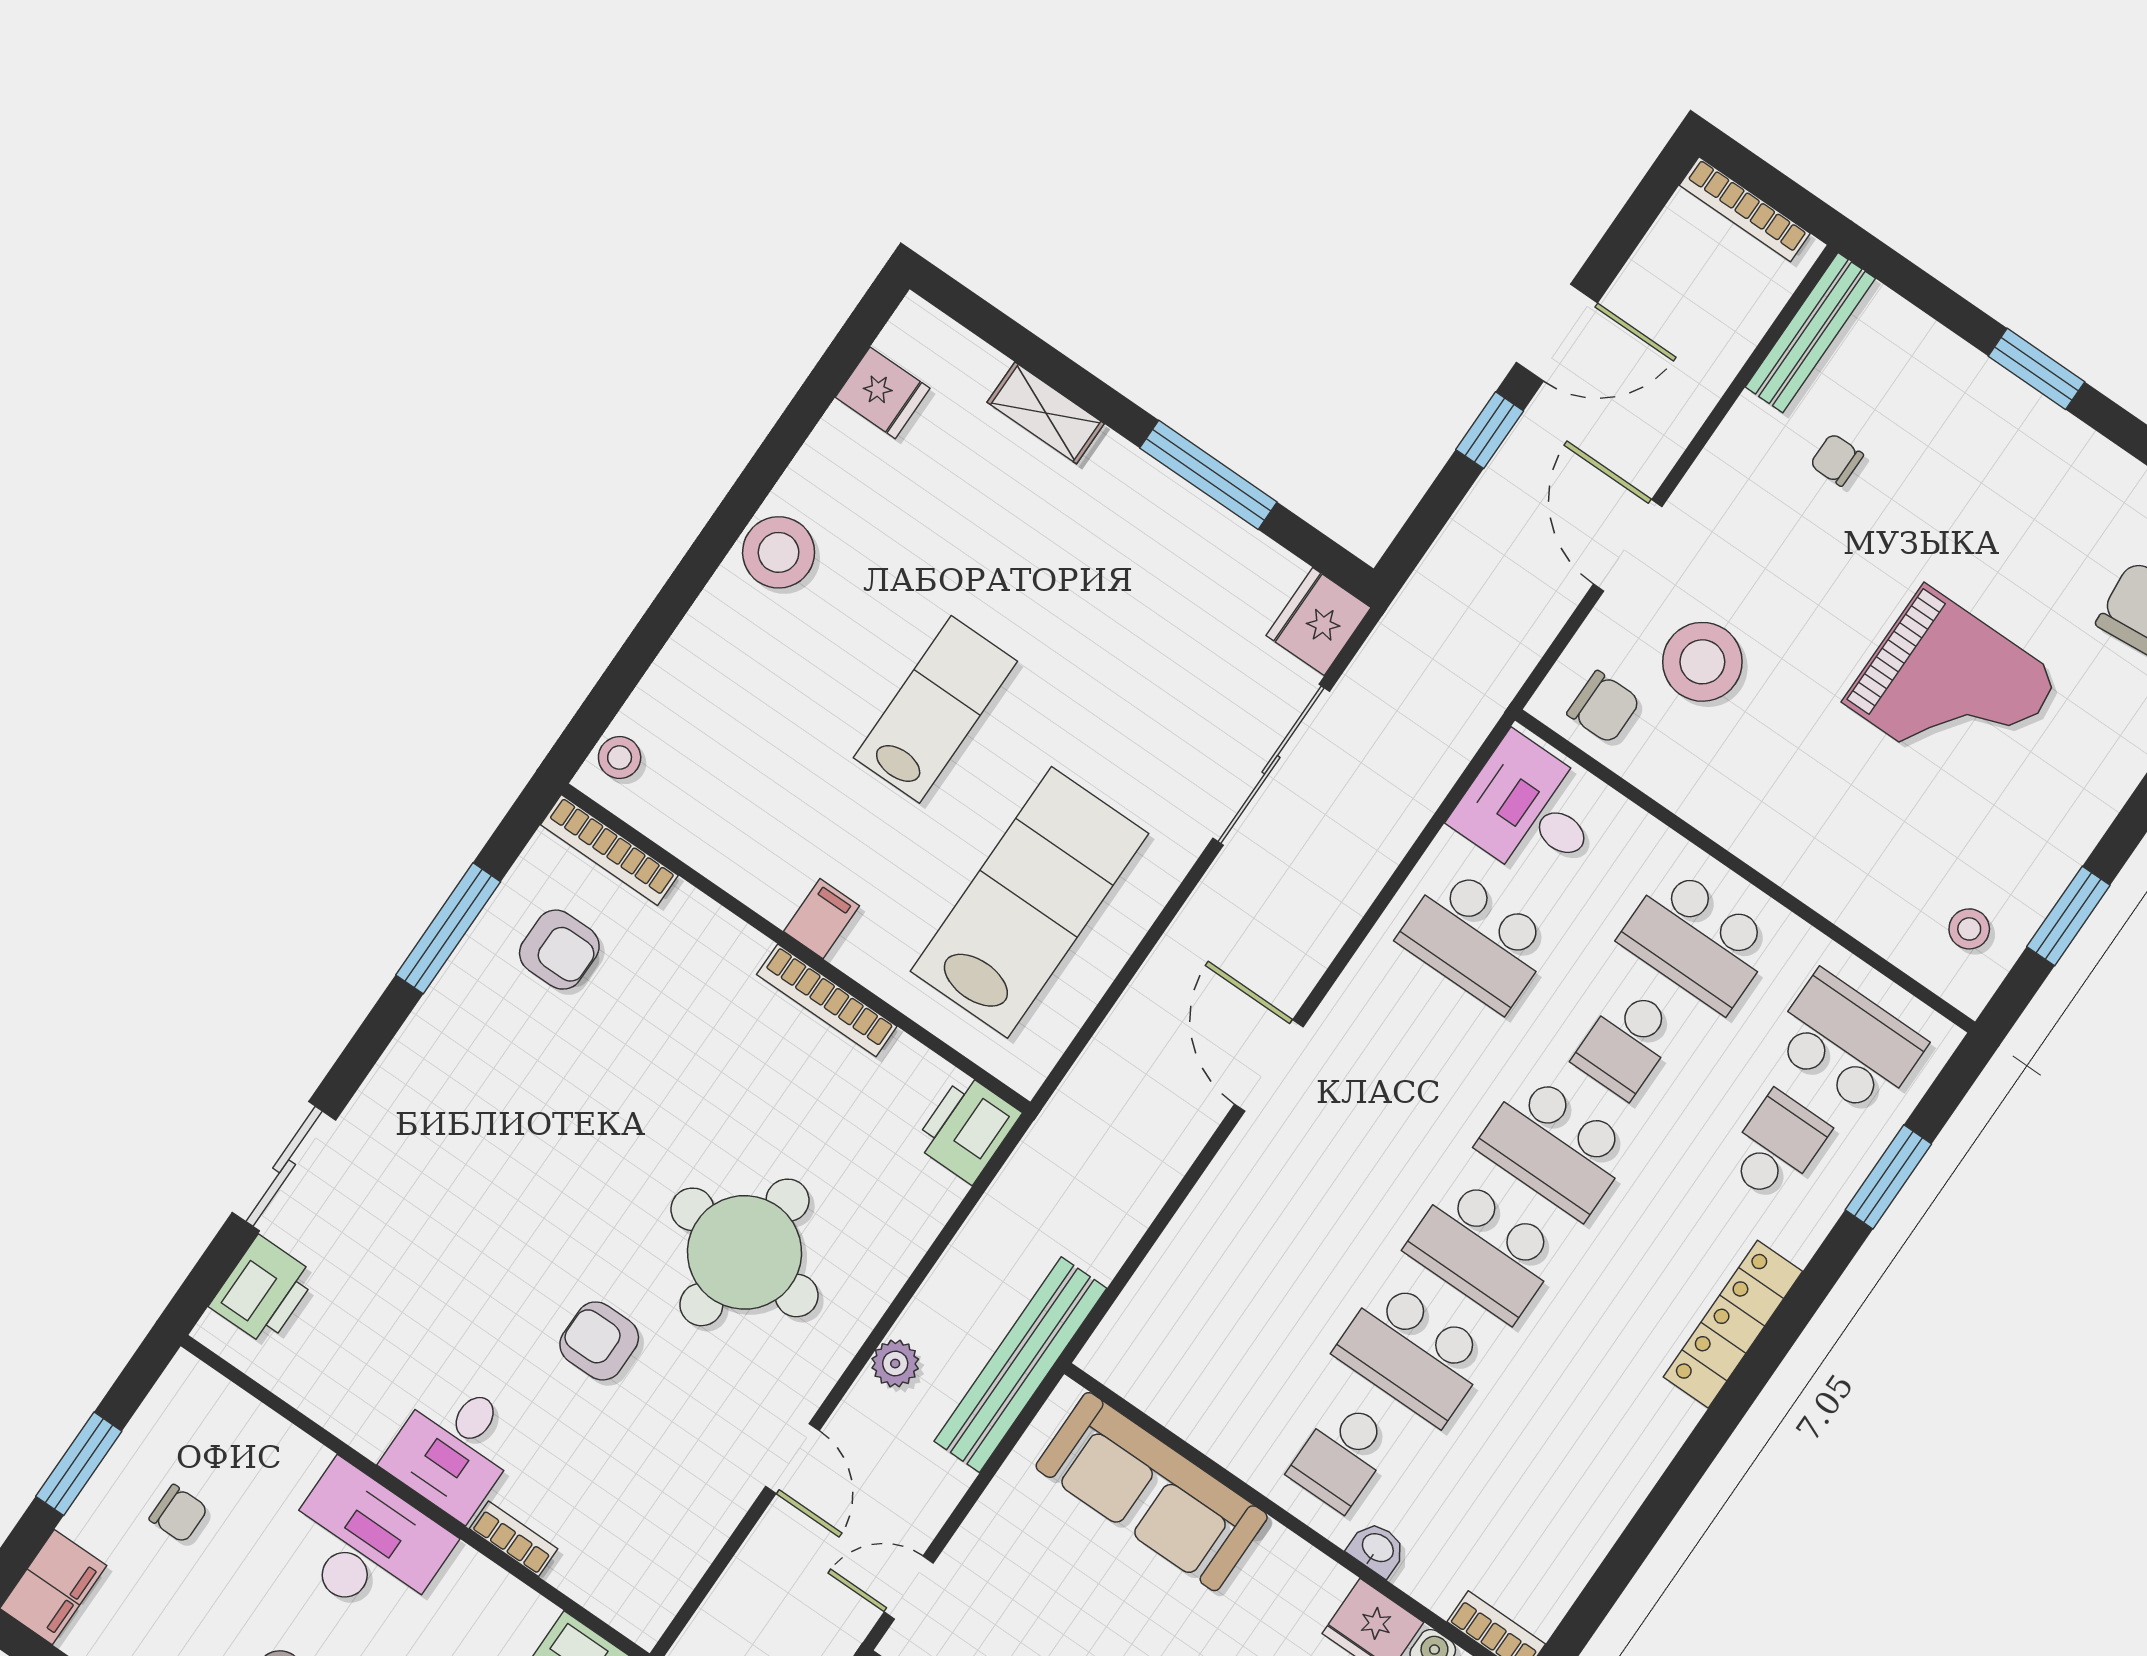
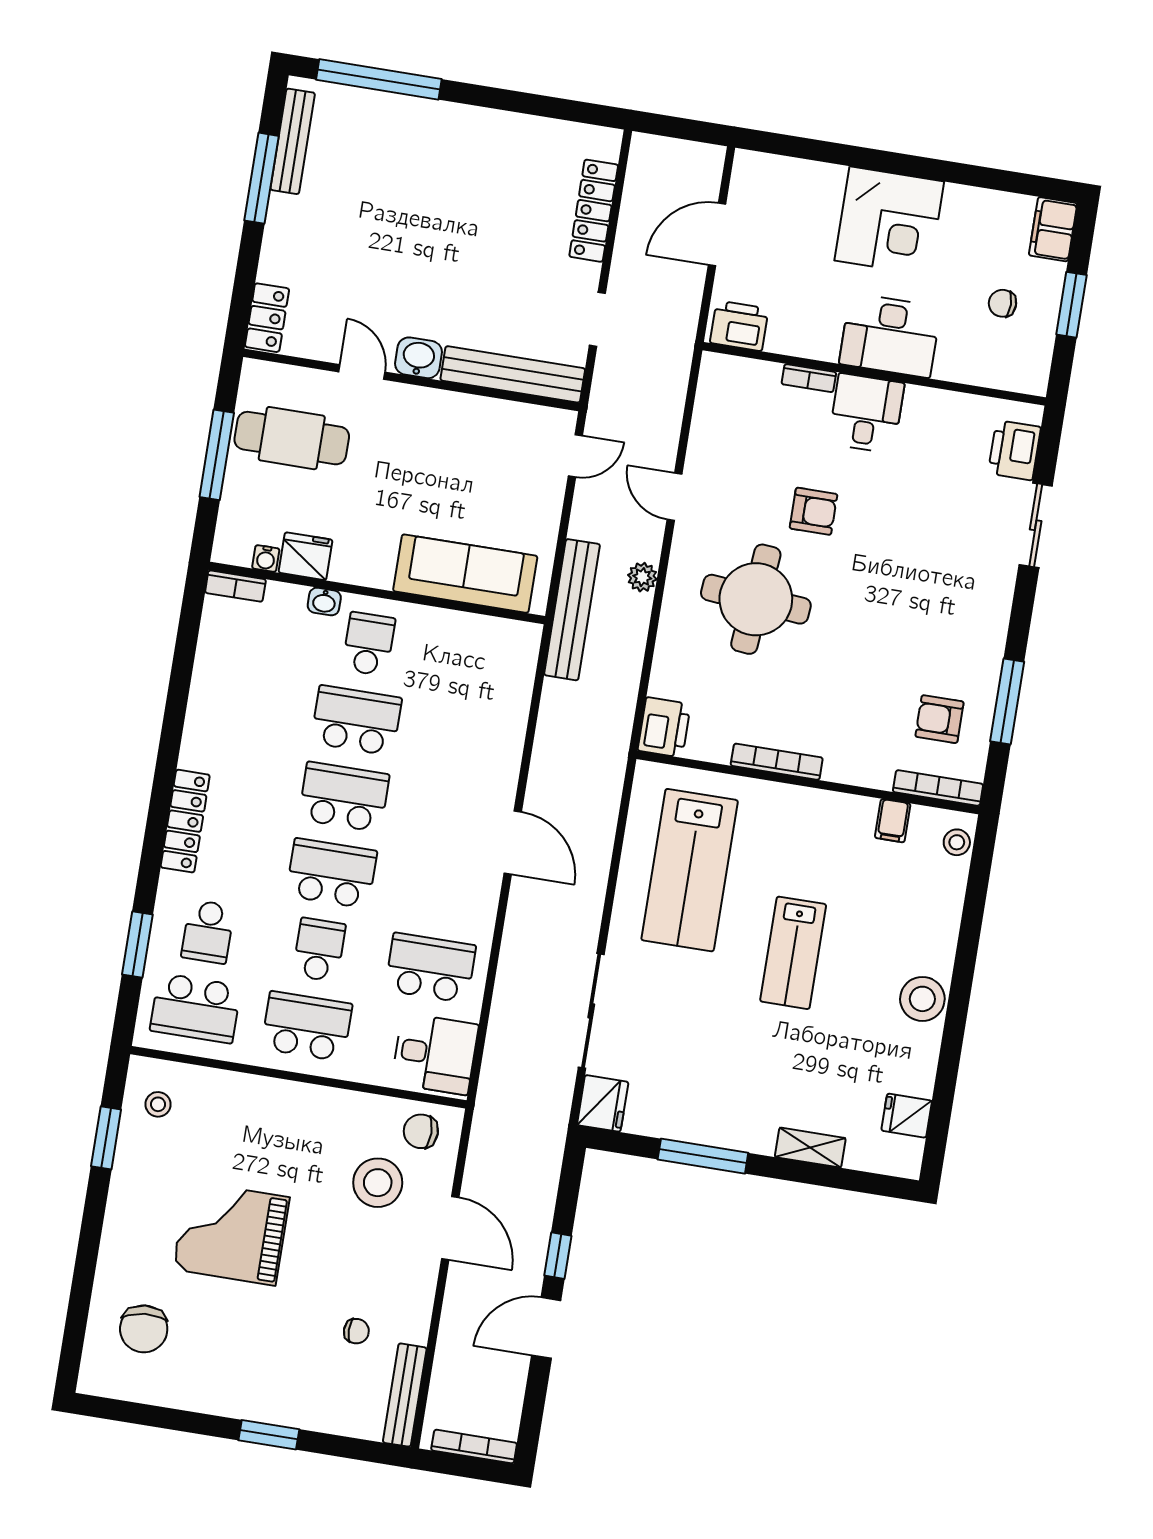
filing cabinet: (822, 919) -> (893, 821), moved

